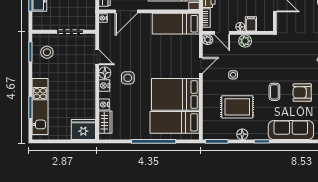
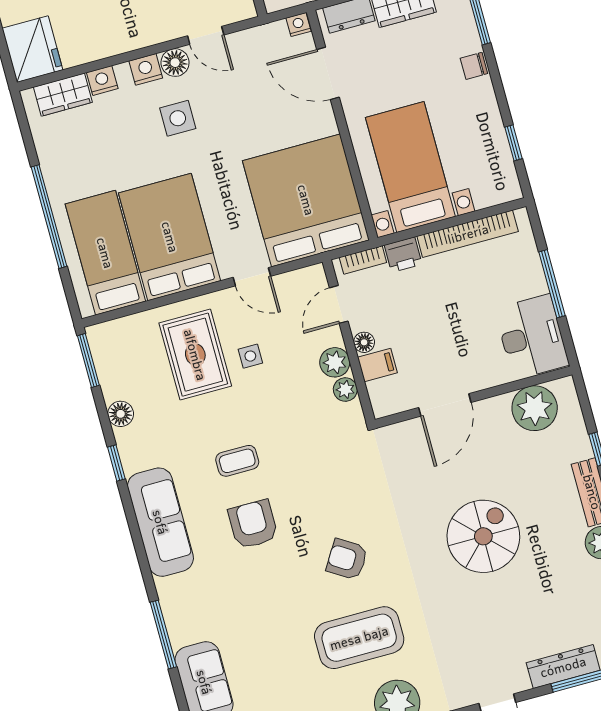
bed: (176, 24) -> (306, 200), width x2.04
plant: (208, 40) -> (345, 390), moved
door: (97, 57) -> (206, 35), hinge flipped
rug: (237, 107) -> (195, 355), moved

